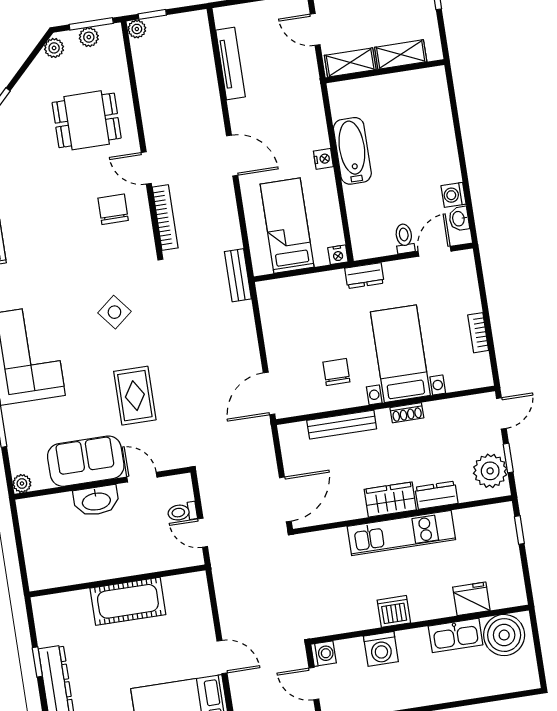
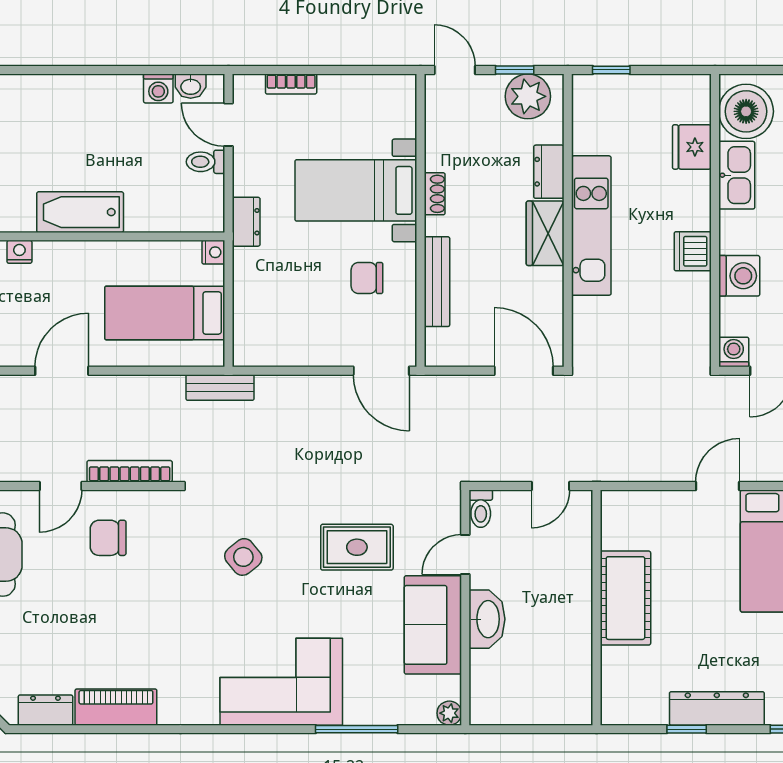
nightstand: (323, 159) -> (19, 252), moved
bookcase: (478, 333) -> (291, 84), moved
toilet: (182, 512) -> (481, 509), moved

